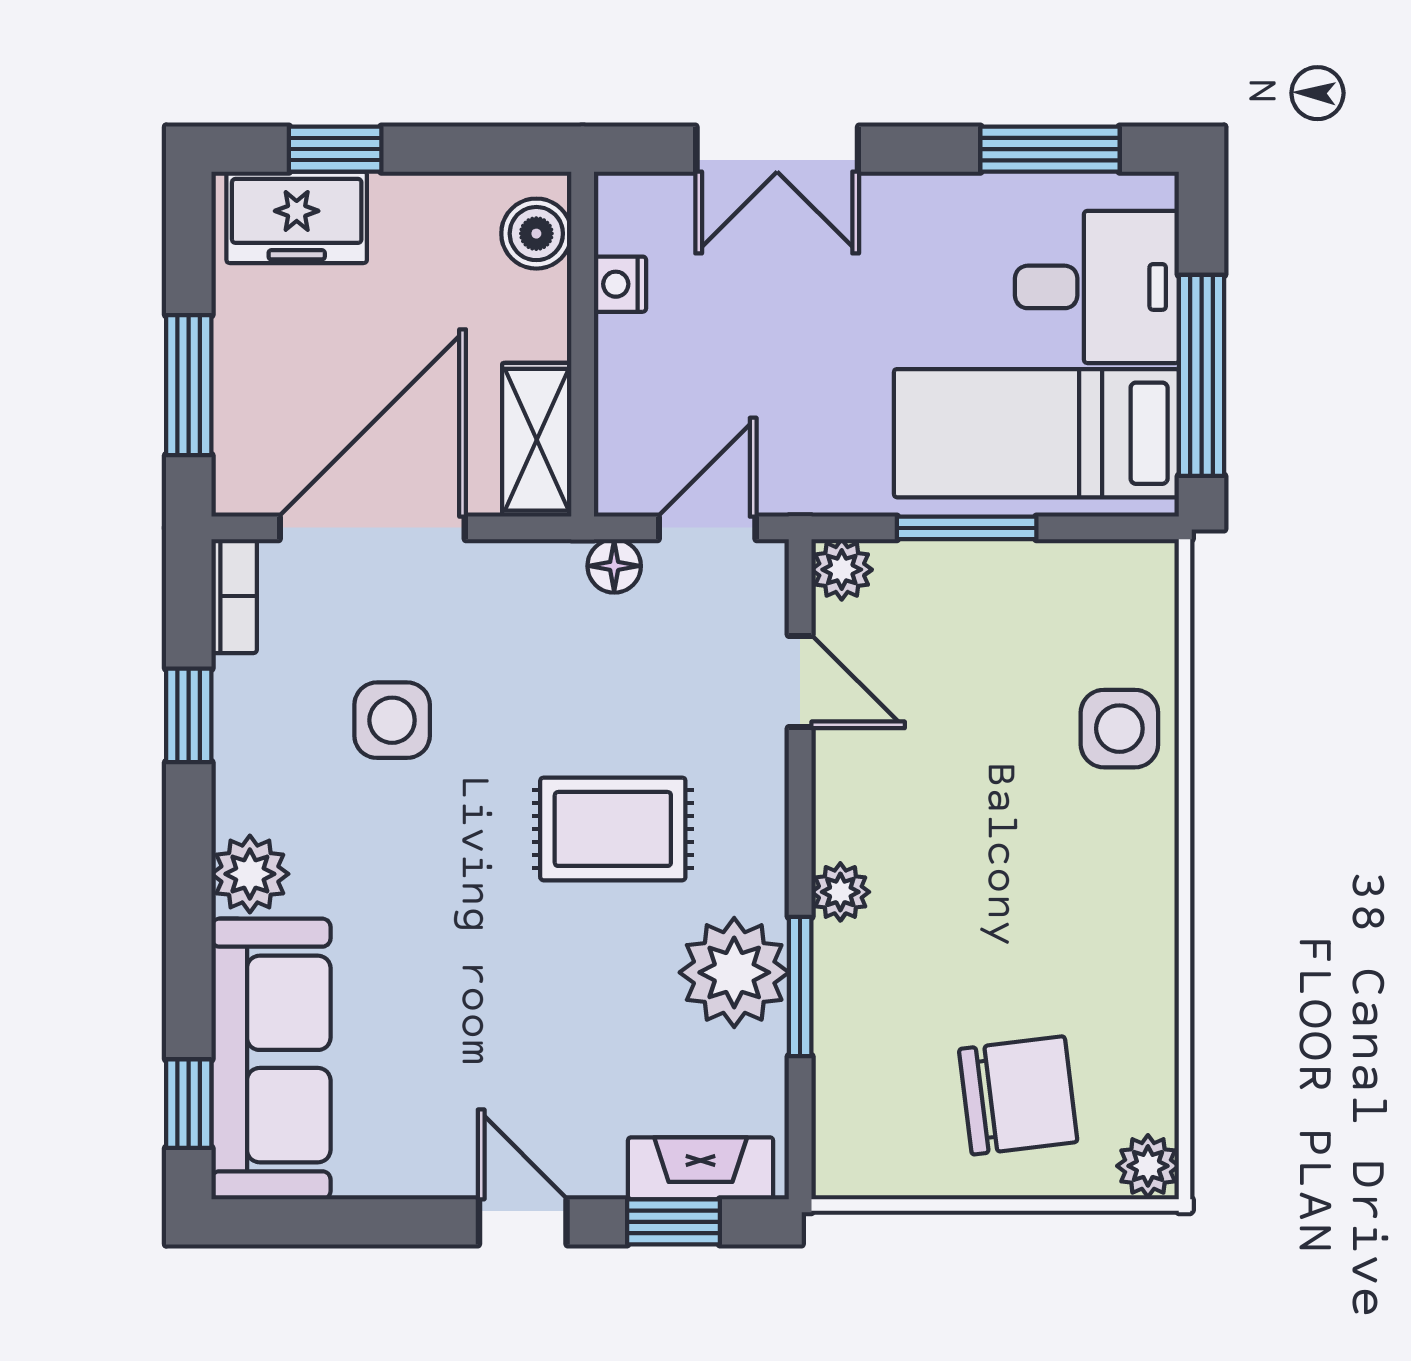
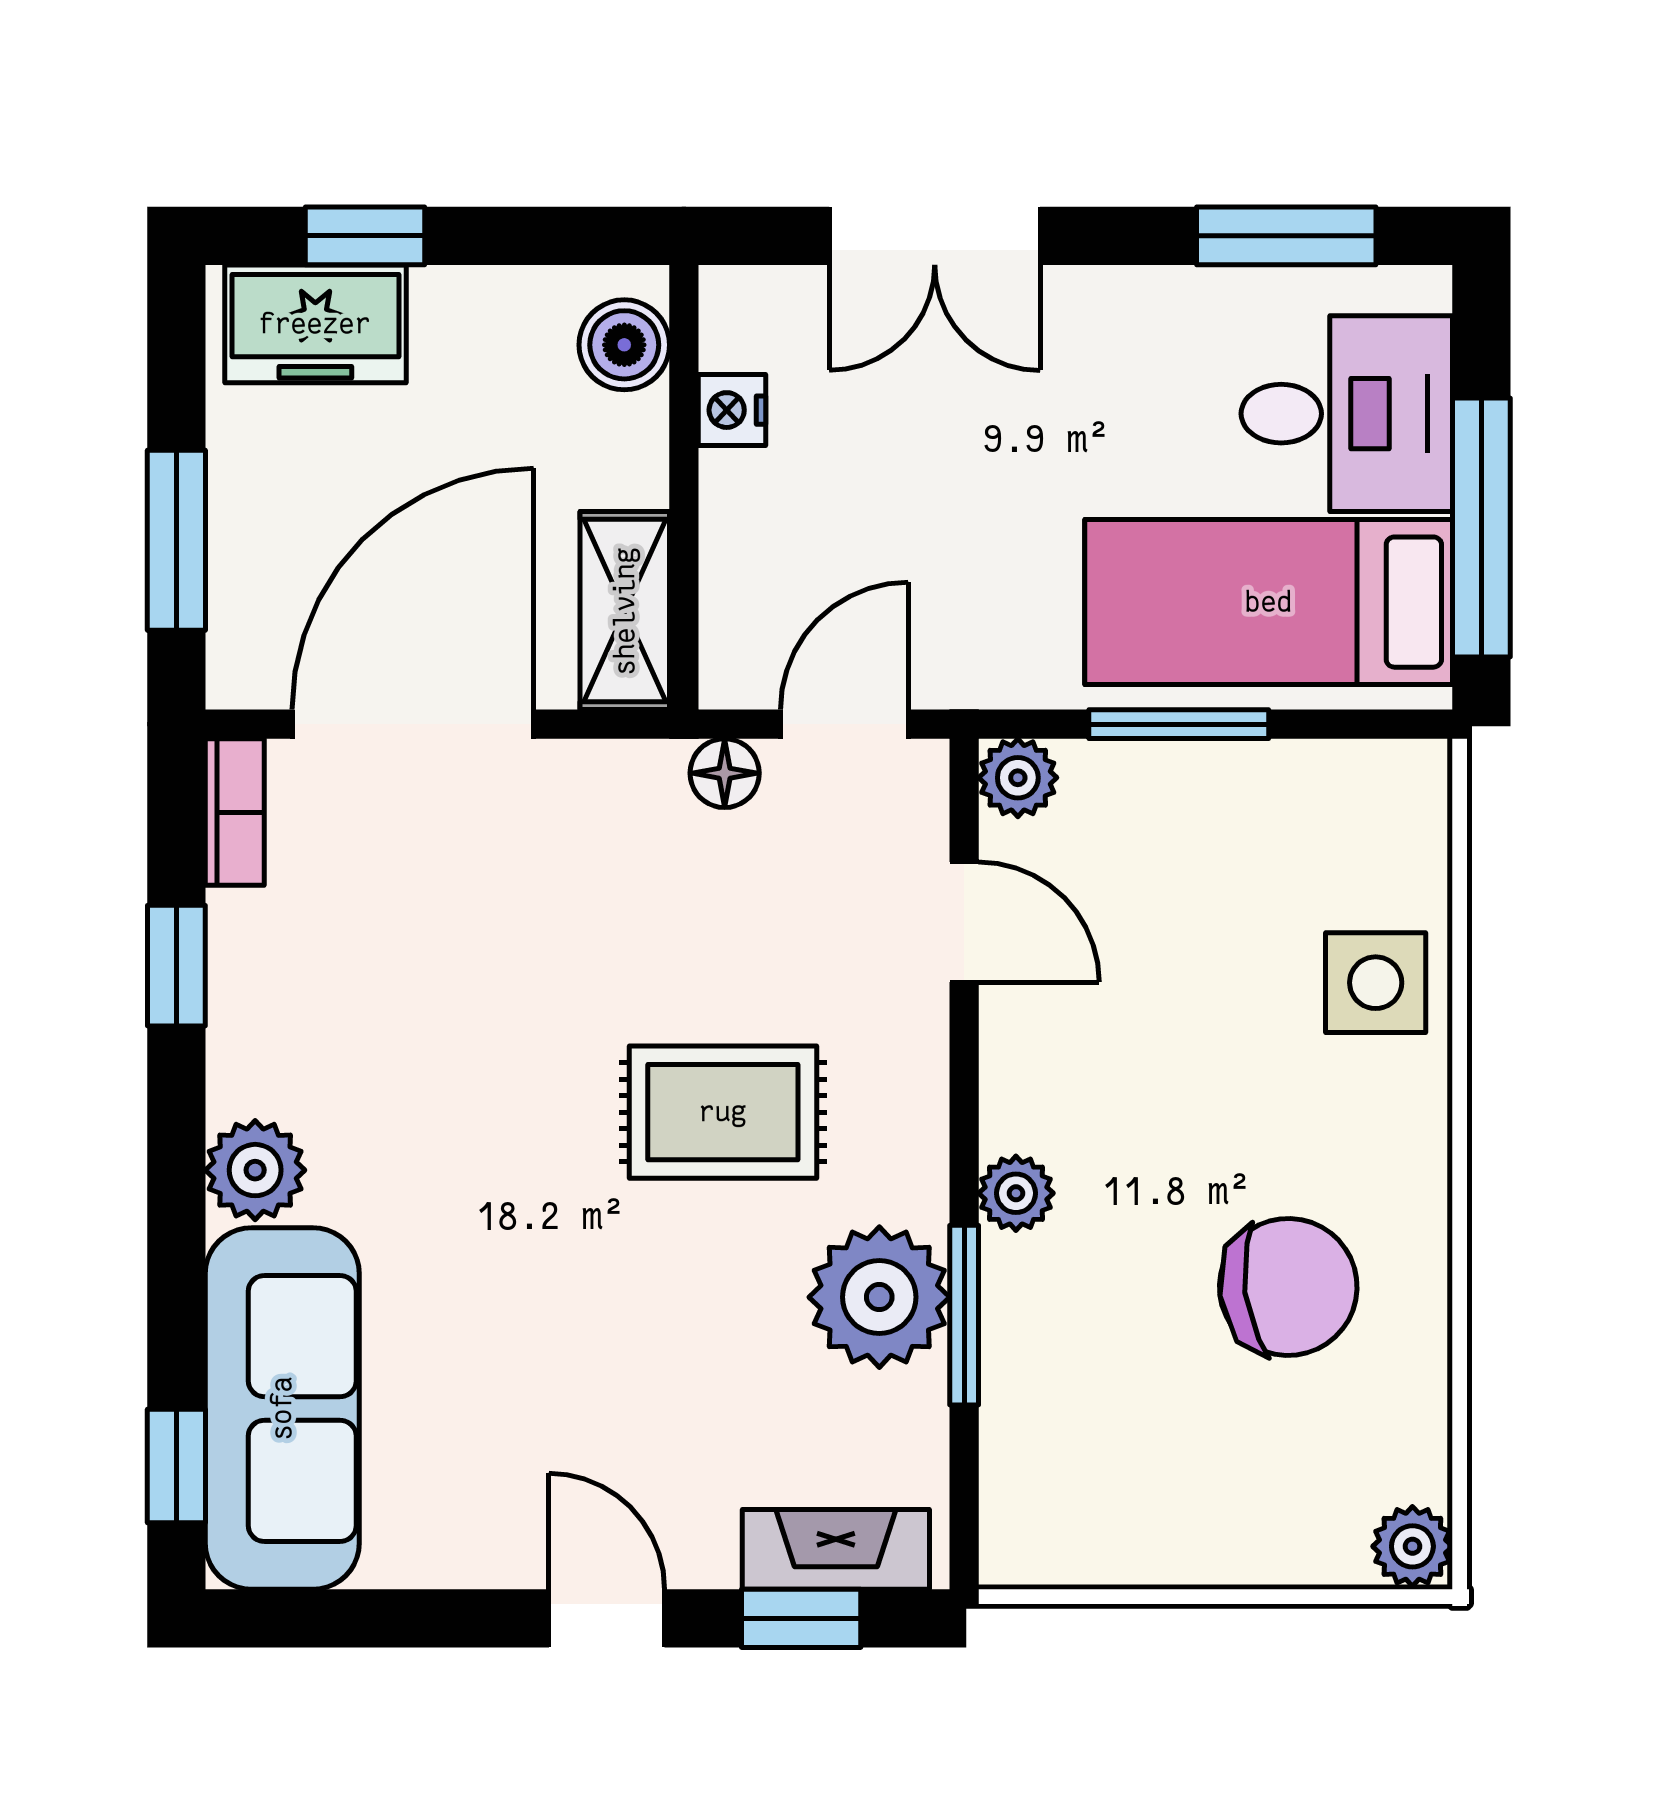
side table: (392, 720) -> (438, 972), removed
chair: (1018, 1095) -> (1288, 1287), moved

